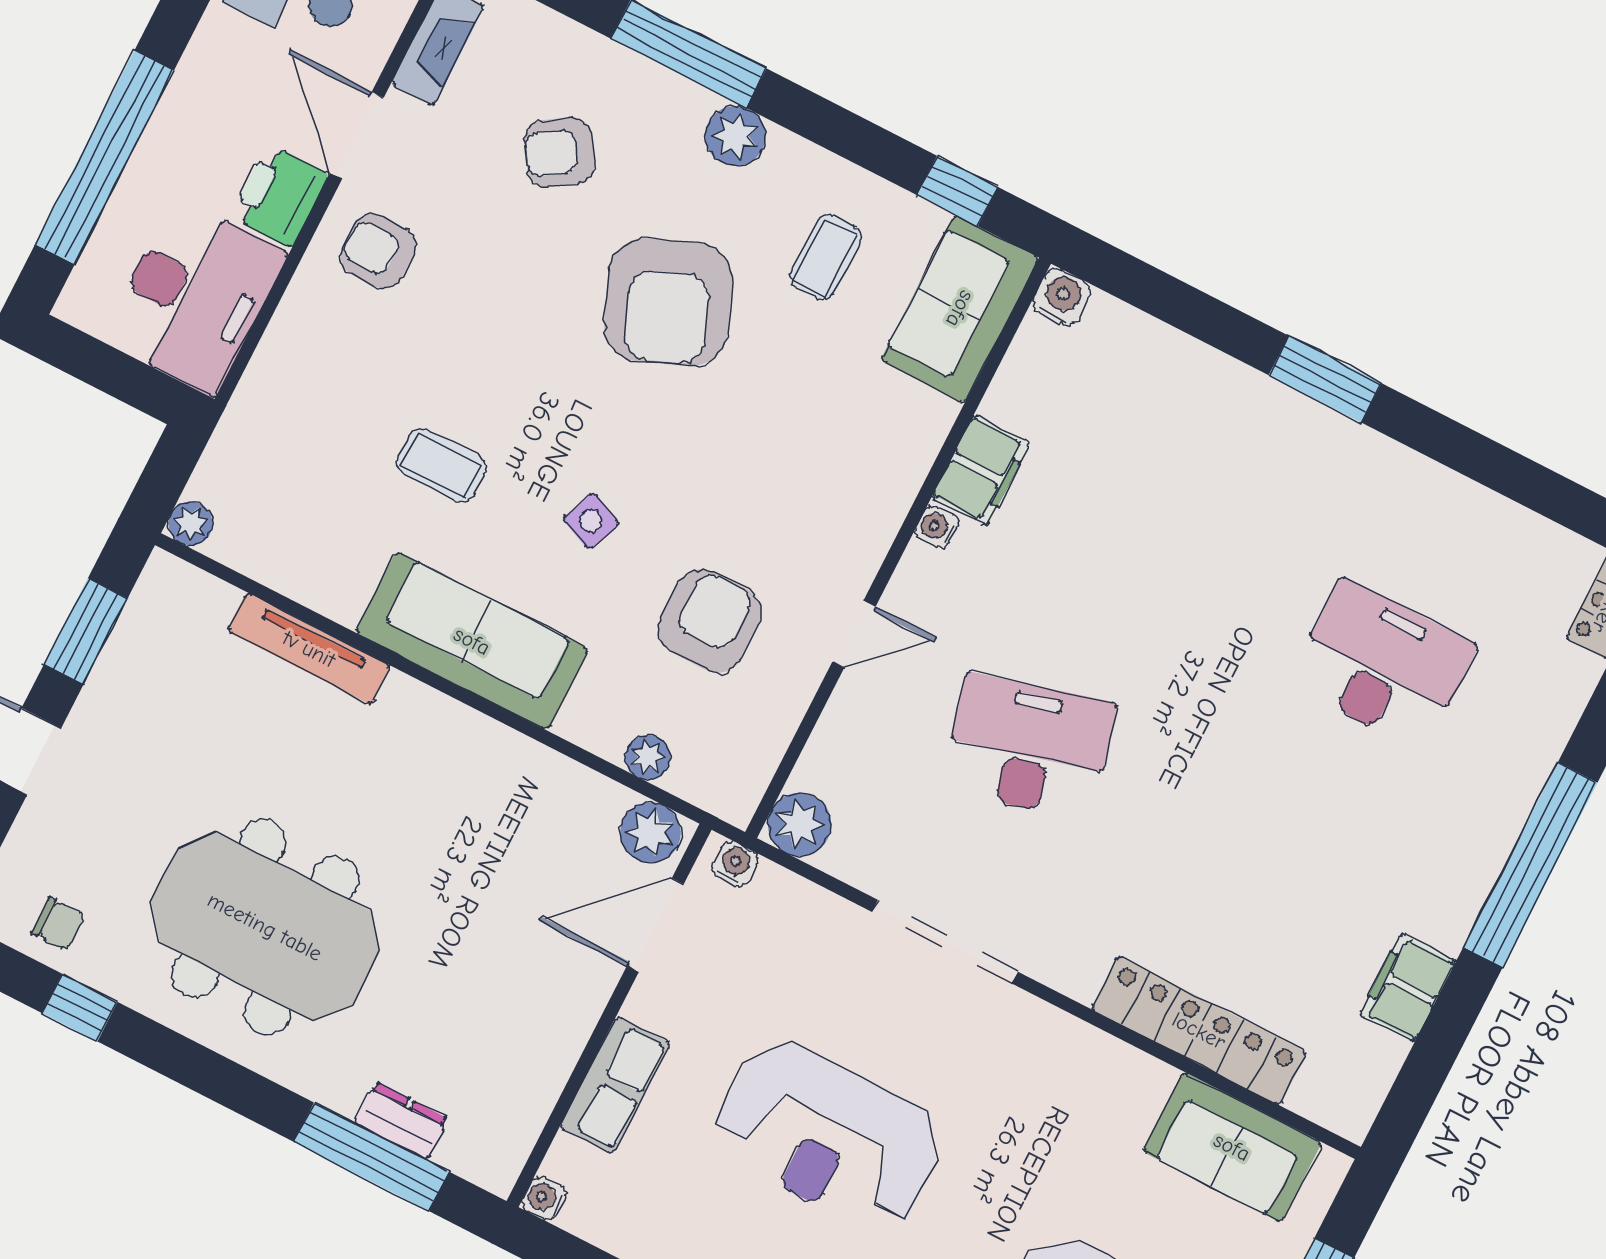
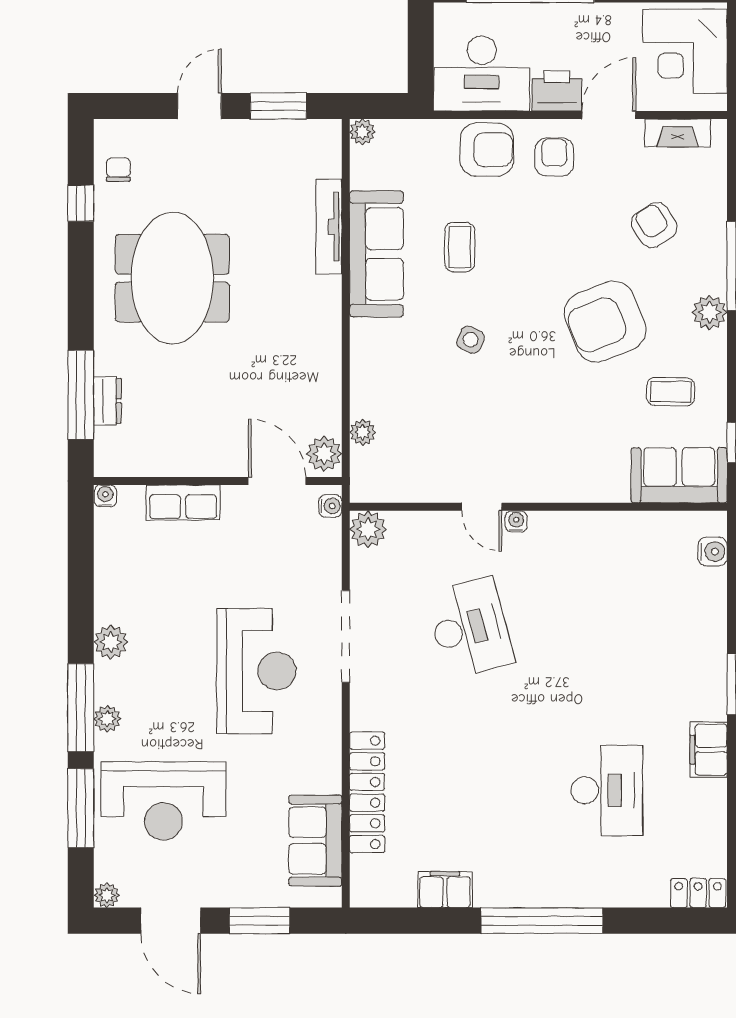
water cooler: (1062, 297) -> (713, 552), moved
filing cabinet: (981, 470) -> (709, 750), moved, turned 90
water cooler: (937, 527) -> (516, 522), moved
armchair: (710, 621) -> (487, 150), moved
sofa: (472, 641) -> (376, 254), moved
chair: (58, 924) -> (118, 170), turned 180
reception desk: (828, 1135) -> (256, 671), moved, turned 180

